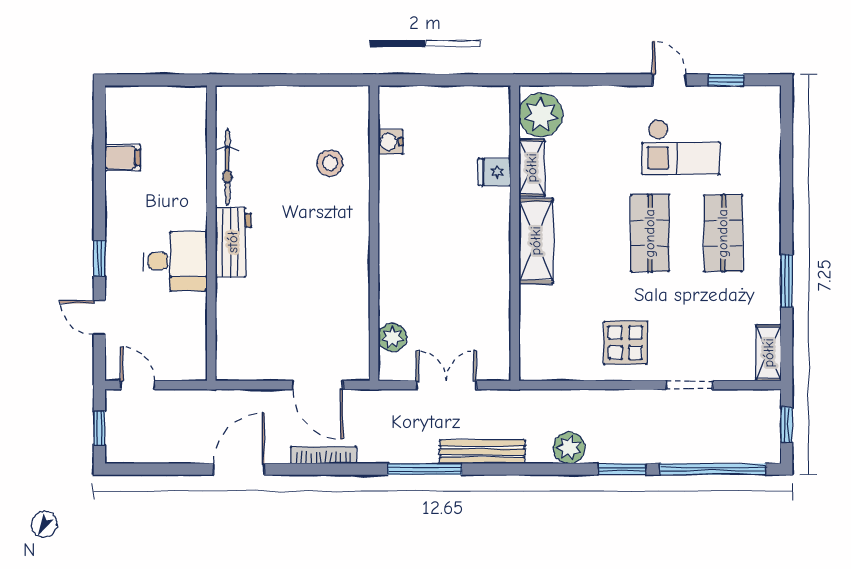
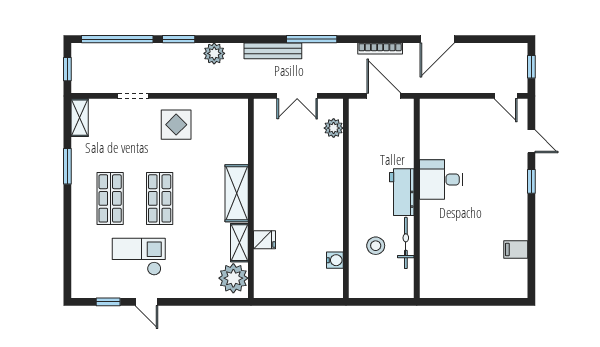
bicycle: (227, 167) -> (406, 243), moved
wall: (211, 233) -> (417, 198), moved
workbench: (233, 242) -> (402, 192), moved
desk: (175, 261) -> (441, 180), moved

